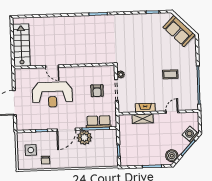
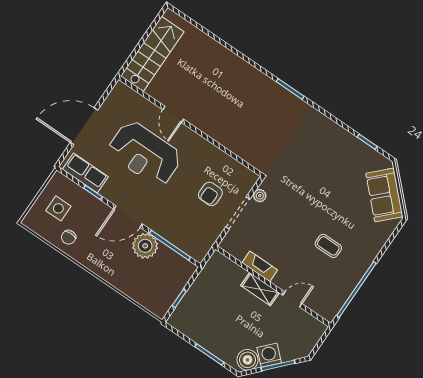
shelving: (143, 119) -> (260, 289), moved
row of seats: (99, 122) -> (85, 173), moved
washing machine: (190, 134) -> (269, 355), moved

